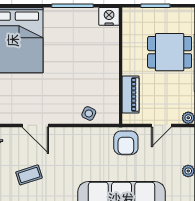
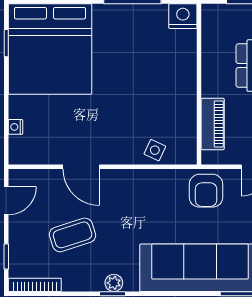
coffee table: (29, 175) -> (72, 235), width x1.36, depth x1.30

